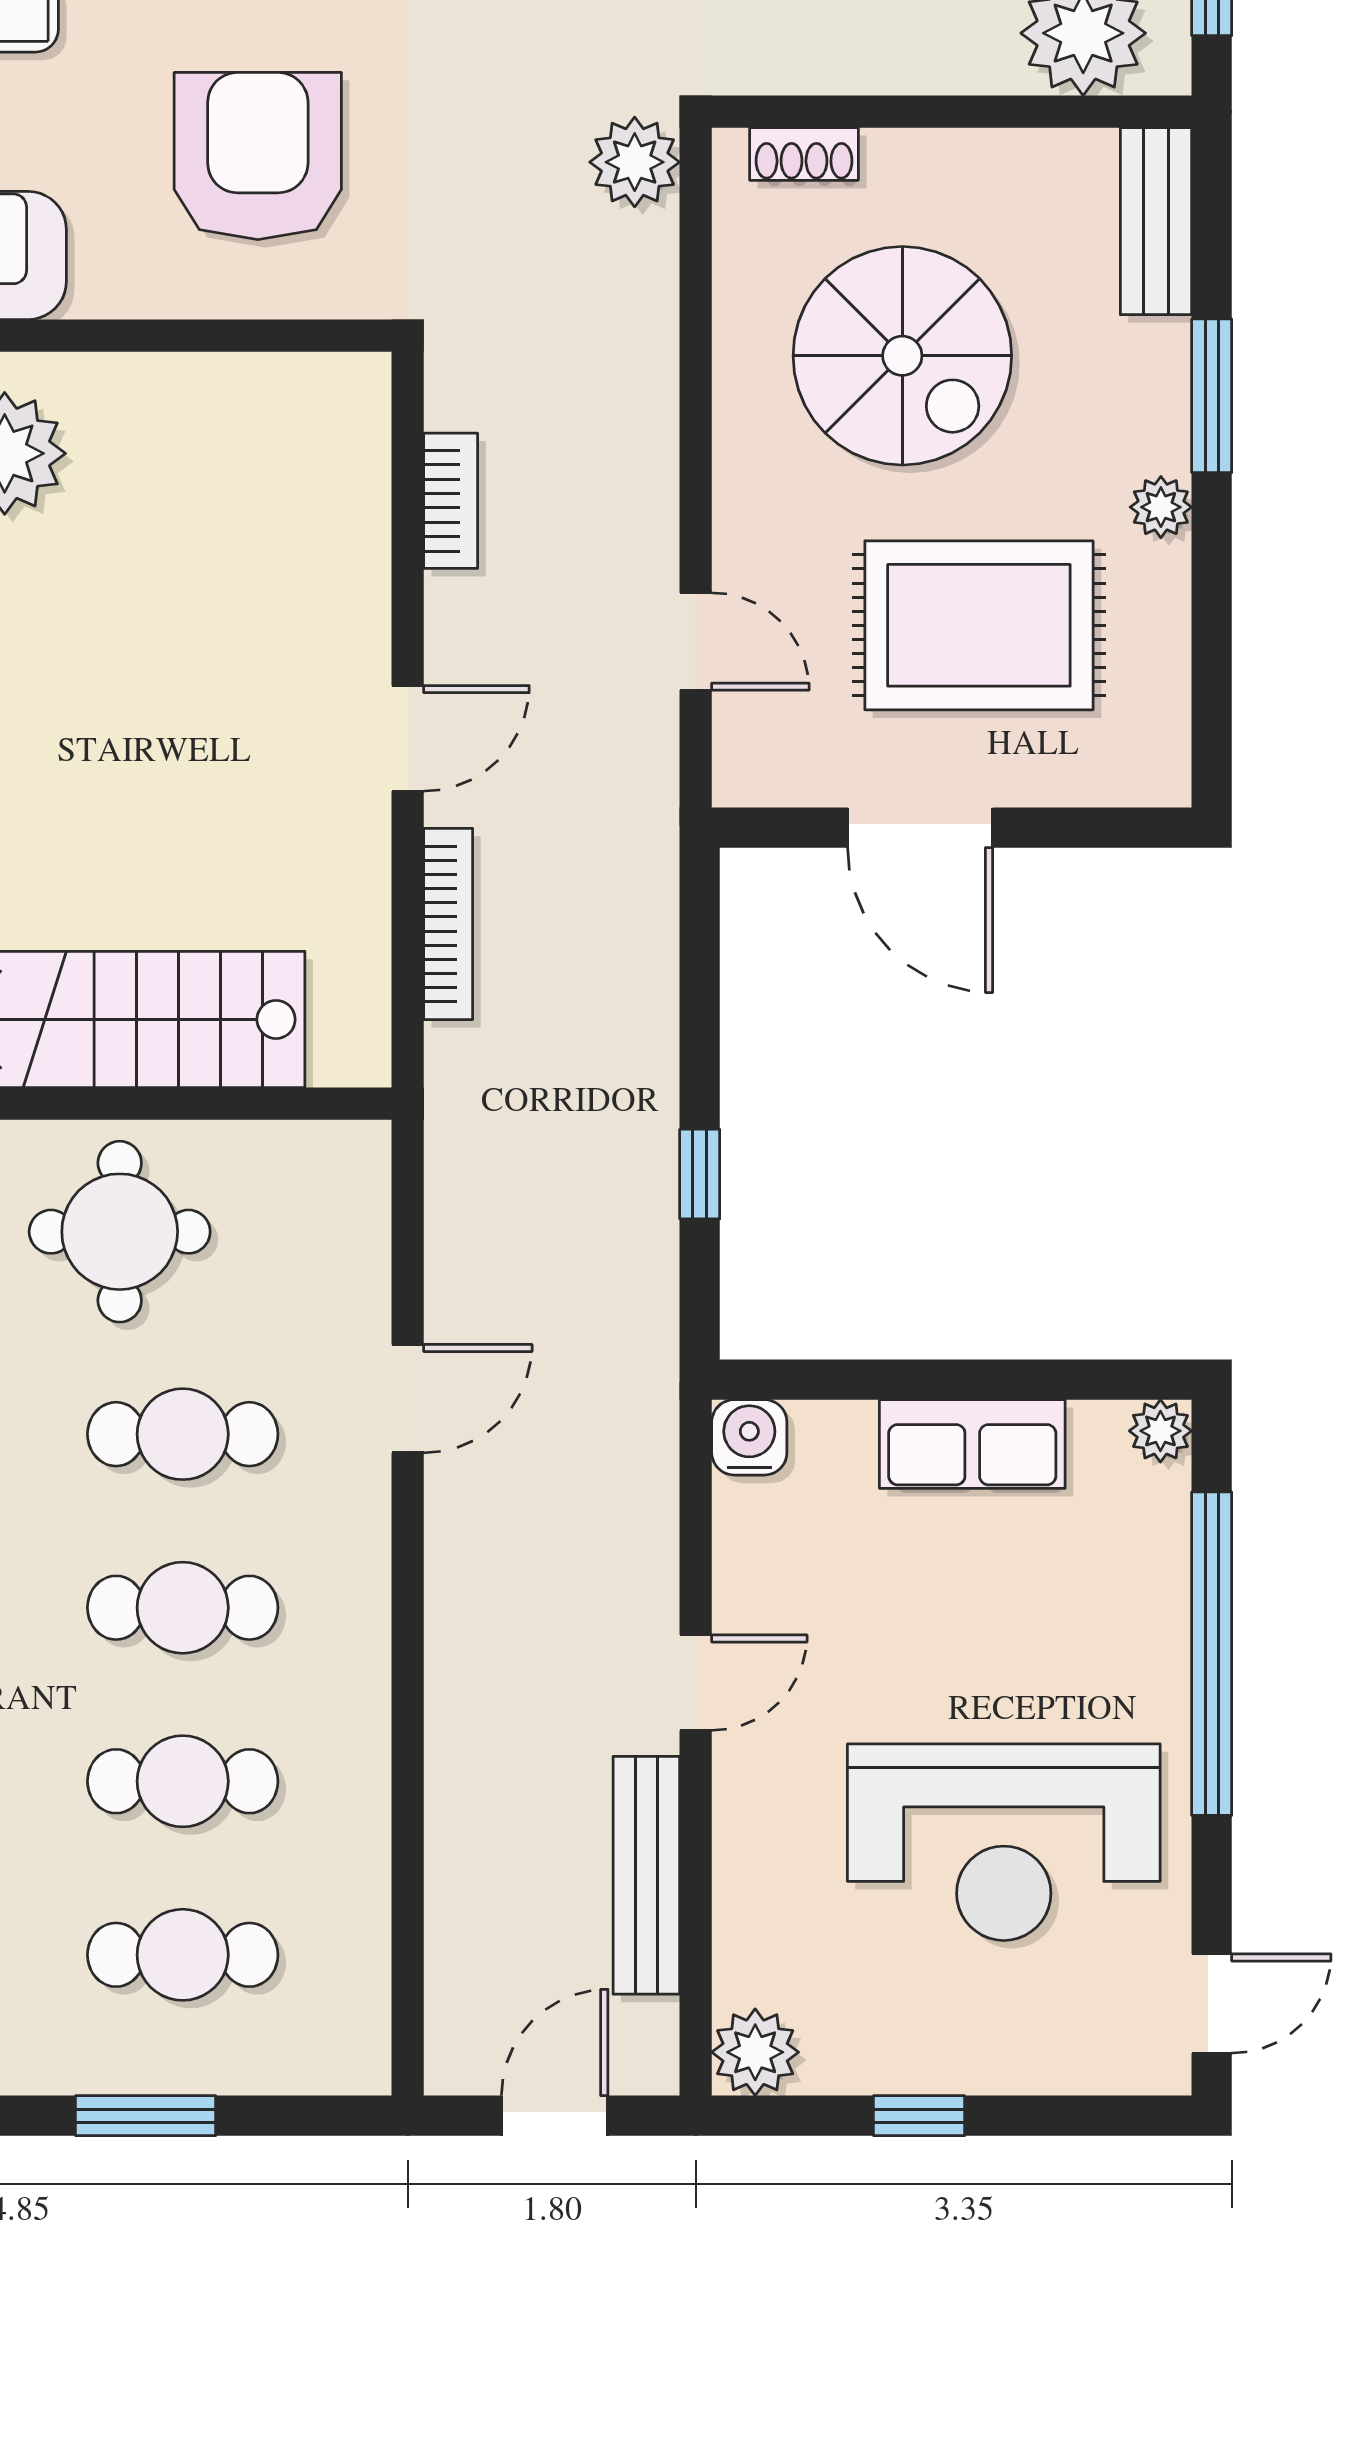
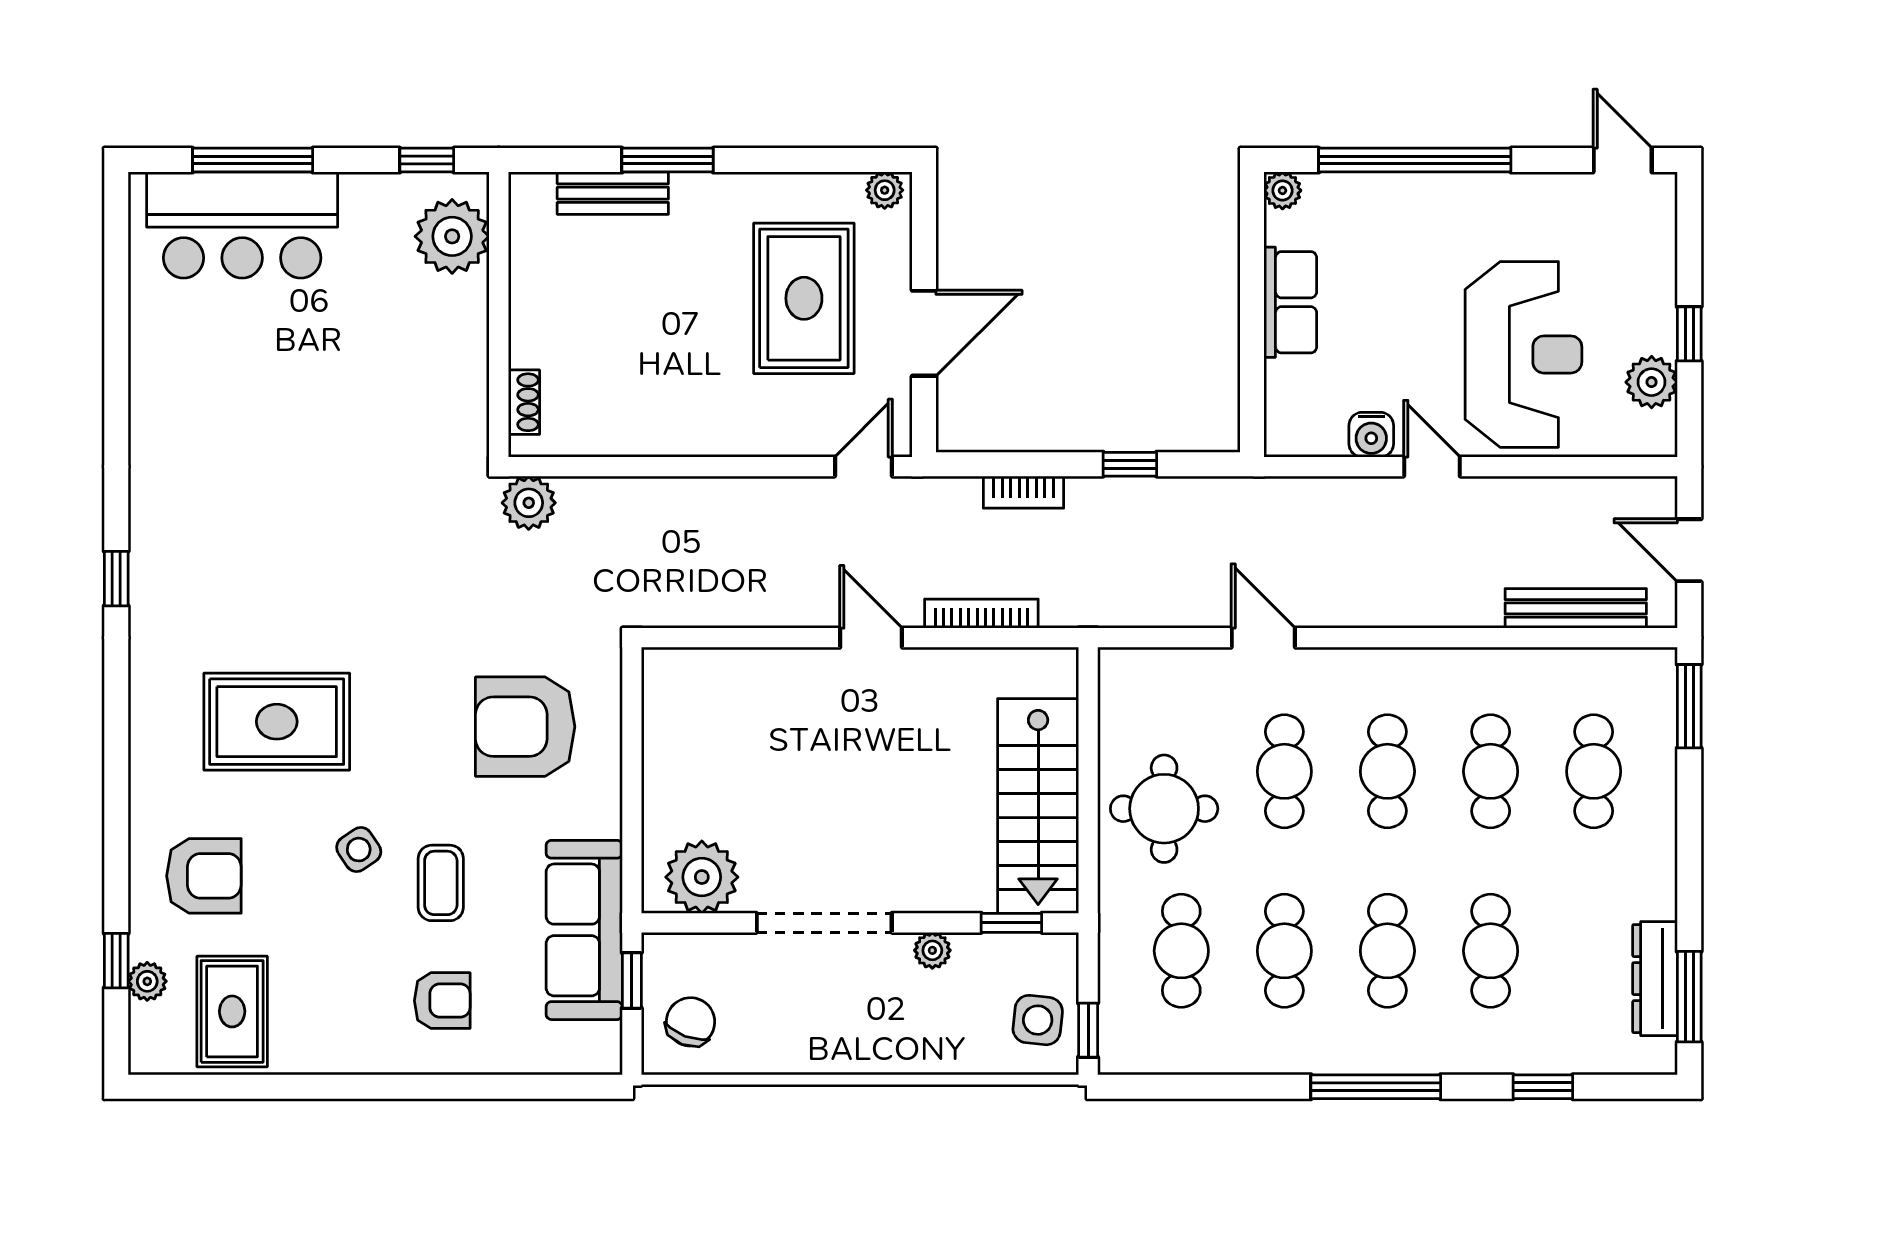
bench: (1156, 221) -> (613, 193), moved
spiral stairs: (902, 356) -> (644, 344), removed
bookcase: (451, 501) -> (1023, 492), moved, turned 180
plant: (1161, 507) -> (885, 190), moved
door: (696, 641) -> (864, 467), moved
water cooler: (749, 1437) -> (1371, 435), moved, turned -90
reception desk: (1004, 1842) -> (1523, 354), moved
bench: (646, 1875) -> (1576, 608), moved
plant: (755, 2052) -> (1652, 382), moved
window: (146, 2116) -> (1689, 706), moved

